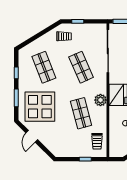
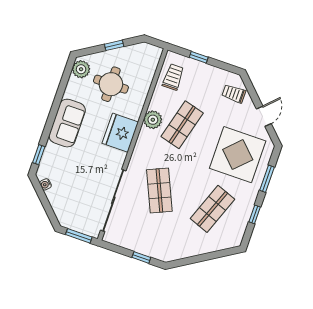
trolley: (64, 36) -> (234, 94), moved
shop shelf: (44, 67) -> (212, 209), turned 42
plant: (100, 100) -> (153, 120), moved
shop shelf: (81, 113) -> (182, 125), turned 30

